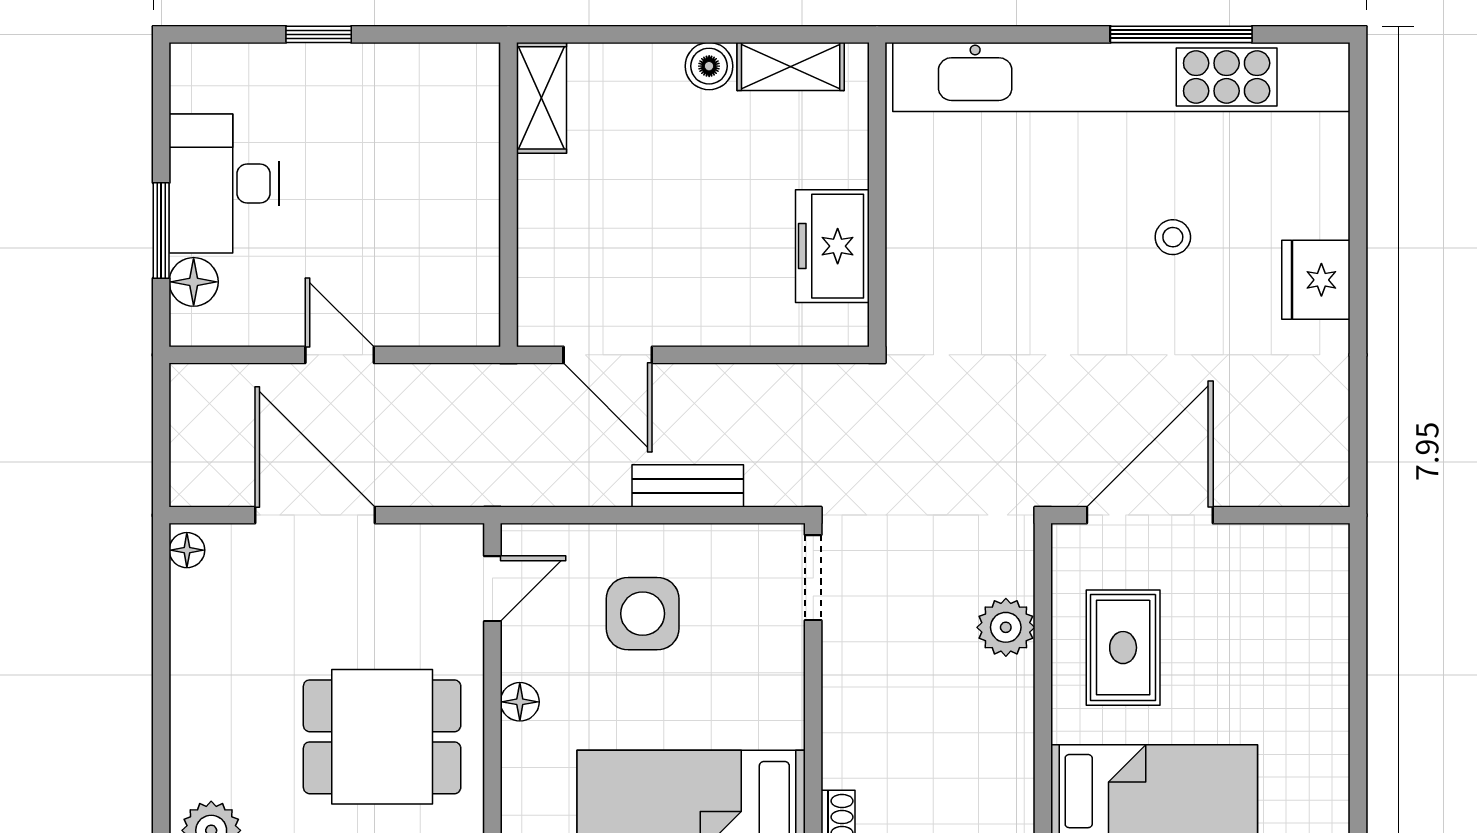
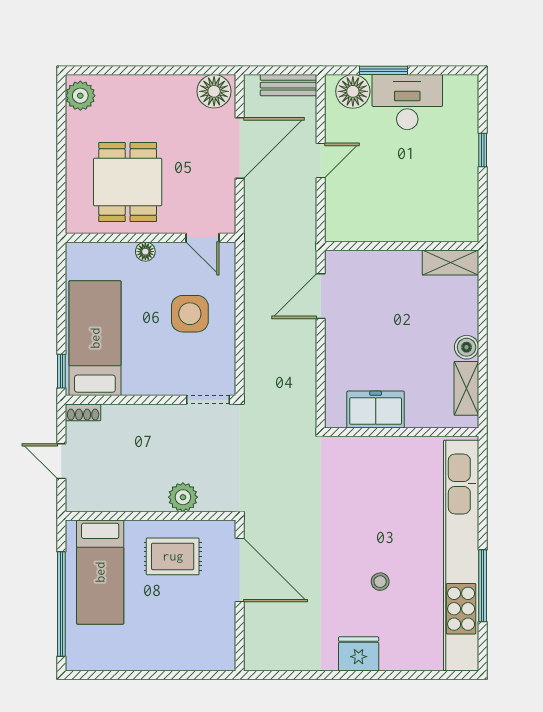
floor lamp: (194, 282) -> (353, 91), width x1.38, depth x1.38
bench: (688, 486) -> (288, 85), moved, turned 90
floor lamp: (187, 550) -> (214, 91), width x1.89, depth x1.89

